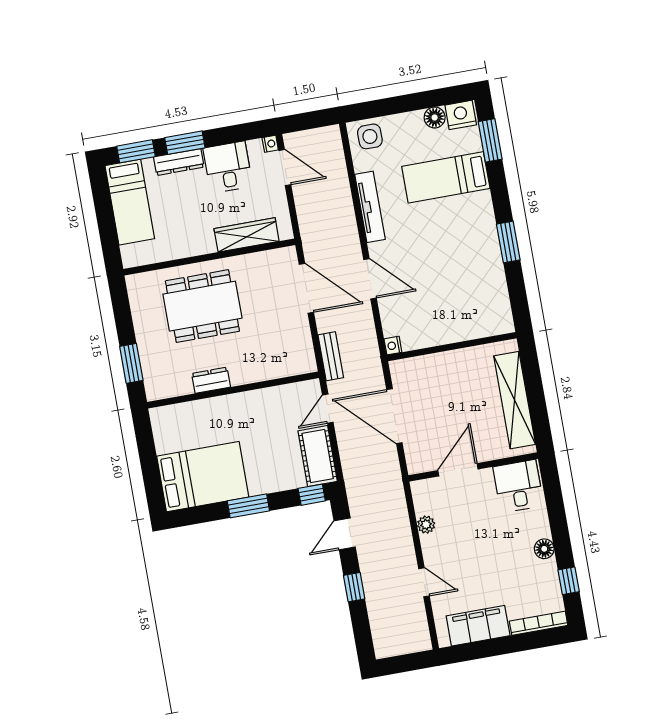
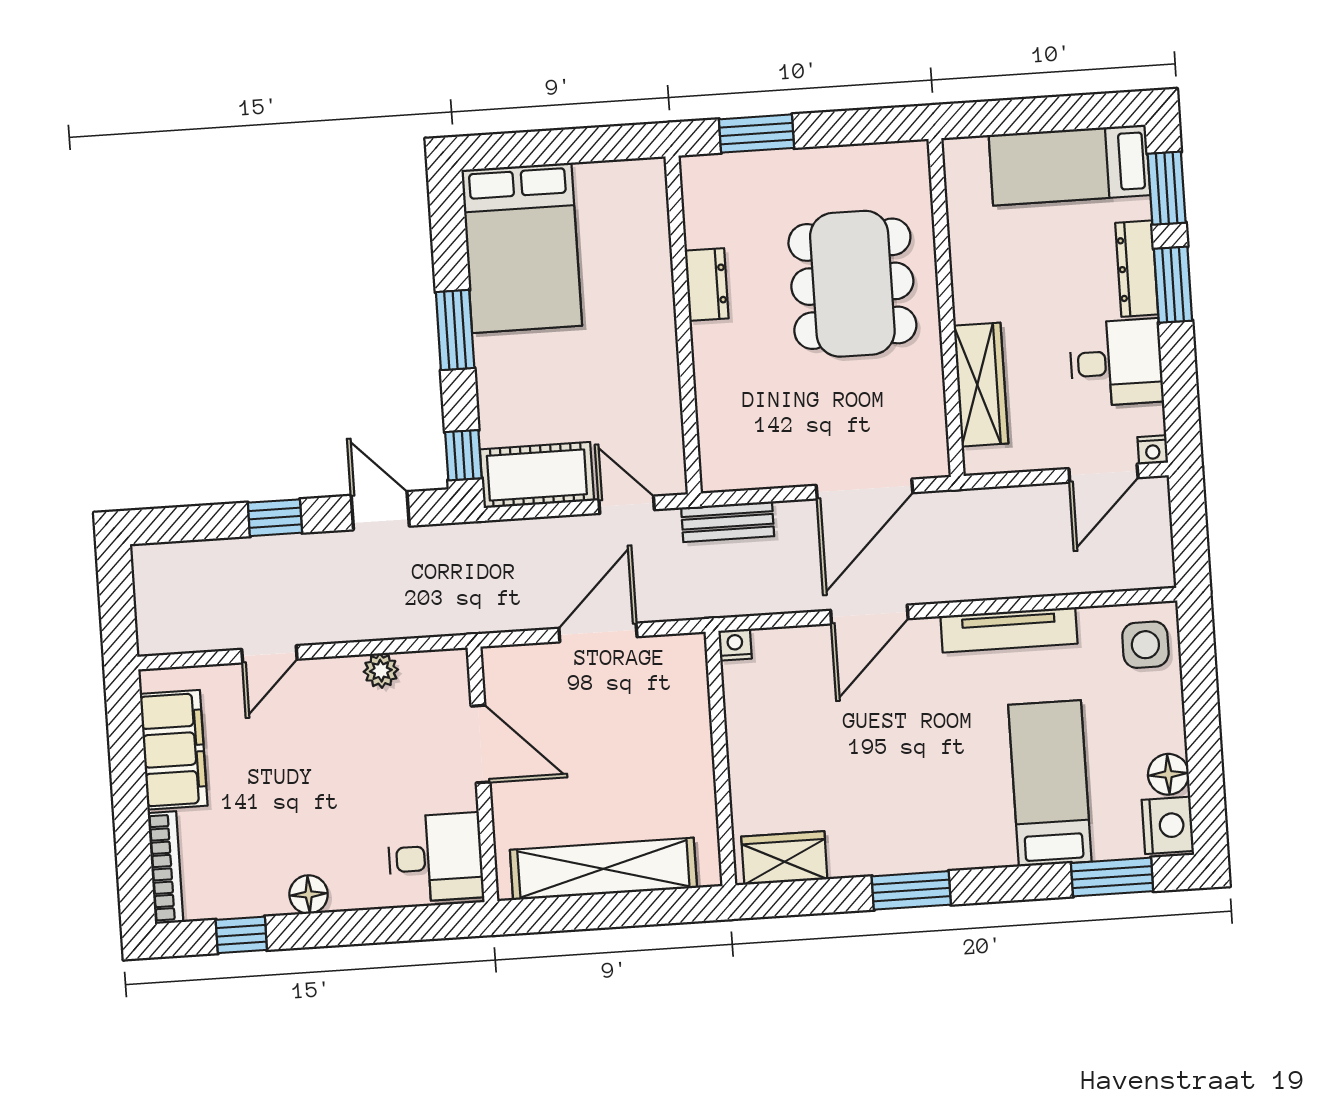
wardrobe: (499, 308) -> (784, 858), added
door: (394, 416) -> (598, 632), width x0.73

